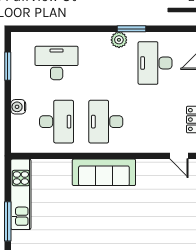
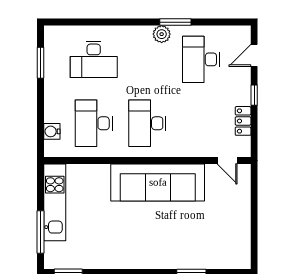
desk: (57, 63) -> (94, 59), turned 180
water cooler: (18, 107) -> (52, 131), moved
desk: (57, 122) -> (94, 123), turned 180
sofa: (104, 172) -> (158, 182), width x1.36, depth x1.27

